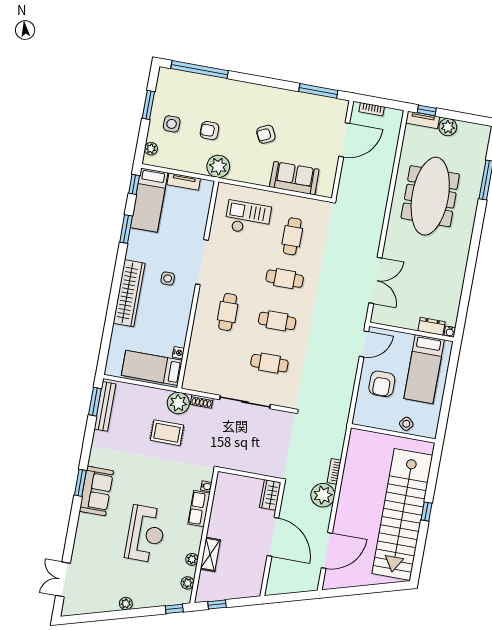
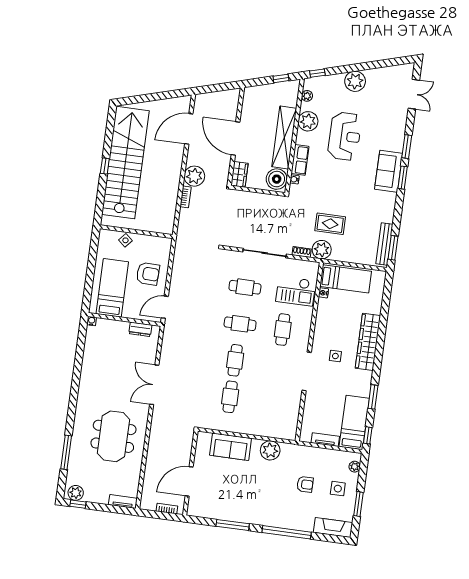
window: (200, 70) -> (287, 532), moved
fireplace: (179, 79) -> (333, 527), added
window: (318, 91) -> (233, 525), moved
window: (427, 110) -> (78, 504), moved
plant: (448, 127) -> (76, 493), moved
armchair: (266, 134) -> (257, 483), removed
plant: (218, 166) -> (270, 450), moved
meeting table: (430, 196) -> (113, 436), width x0.73
checkout: (248, 218) -> (296, 291), moved
cafe table: (285, 279) -> (235, 360), turned 90
double door: (375, 280) -> (154, 385), moved
dresser: (432, 326) -> (140, 329), moved
armchair: (382, 384) -> (148, 274), turned 92
boiler: (227, 488) -> (277, 179), added
window: (74, 519) -> (407, 147), added
reception desk: (146, 534) -> (345, 136), turned 180
shelving: (210, 554) -> (284, 137), width x2.20, depth x1.33
plant: (192, 559) -> (308, 121), width x1.88, depth x1.88
plant: (126, 603) -> (355, 81), width x1.87, depth x1.87

